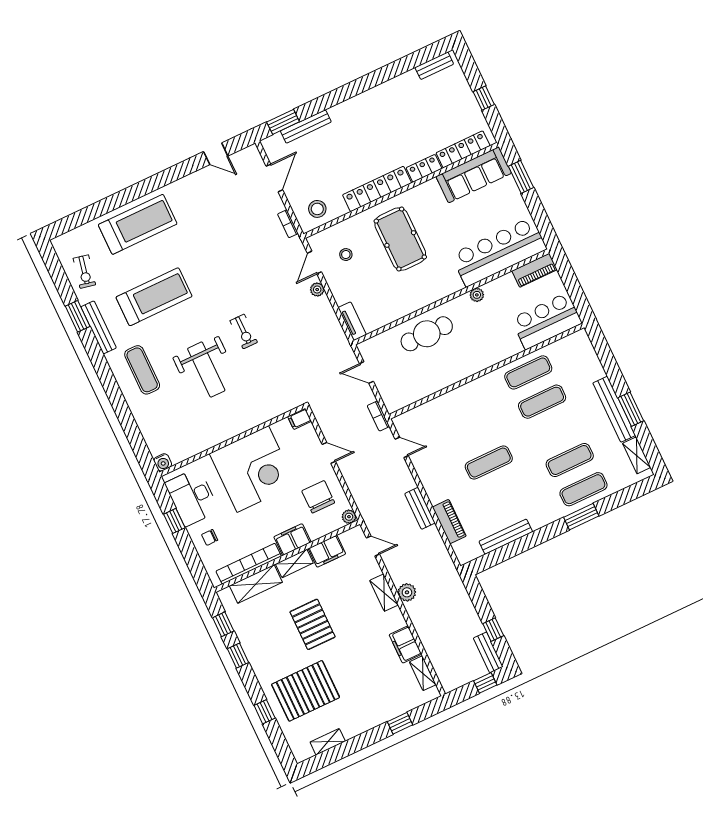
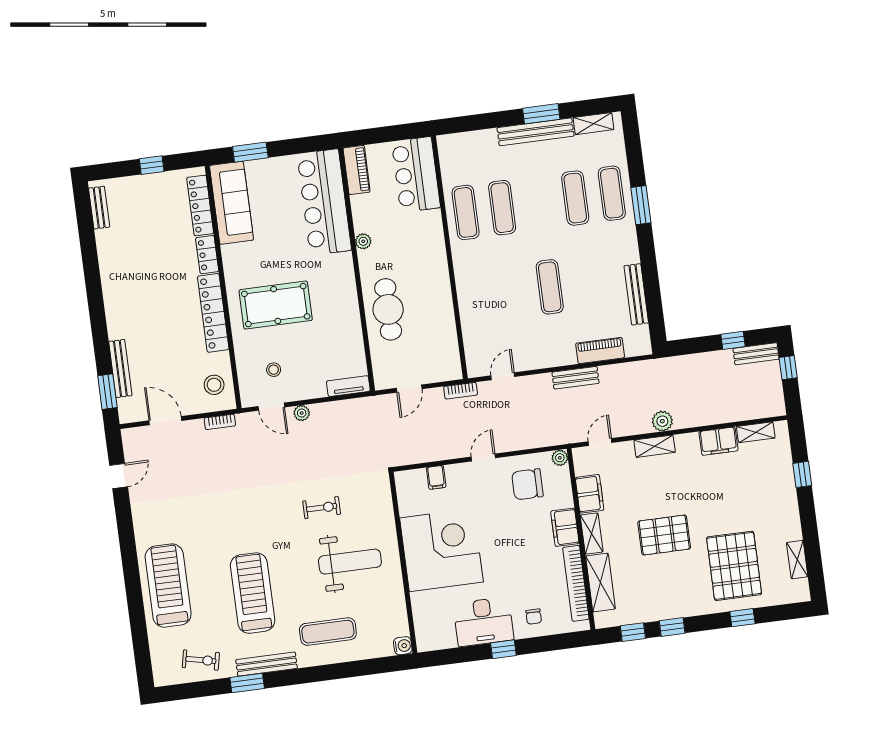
wall: (232, 440) -> (403, 562), moved
water cooler: (163, 462) -> (403, 646), moved
corner desk: (253, 469) -> (441, 550), moved

